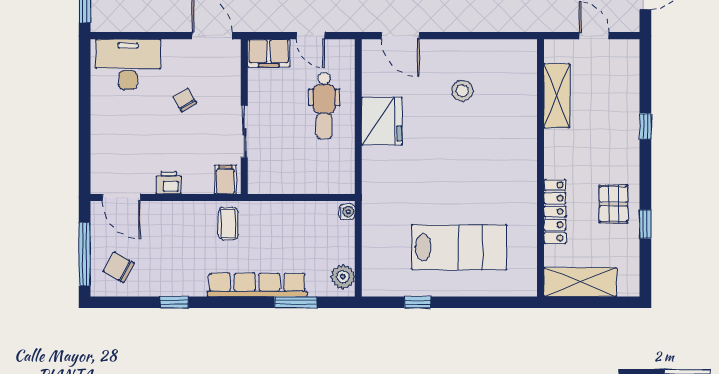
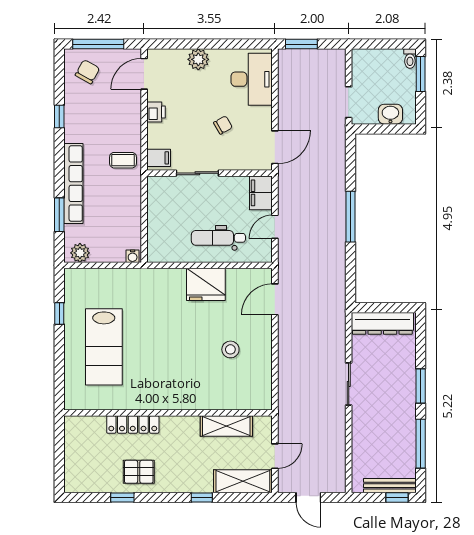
plant: (104, 130) -> (198, 59), added
shelving: (580, 282) -> (243, 481), moved, turned 90

